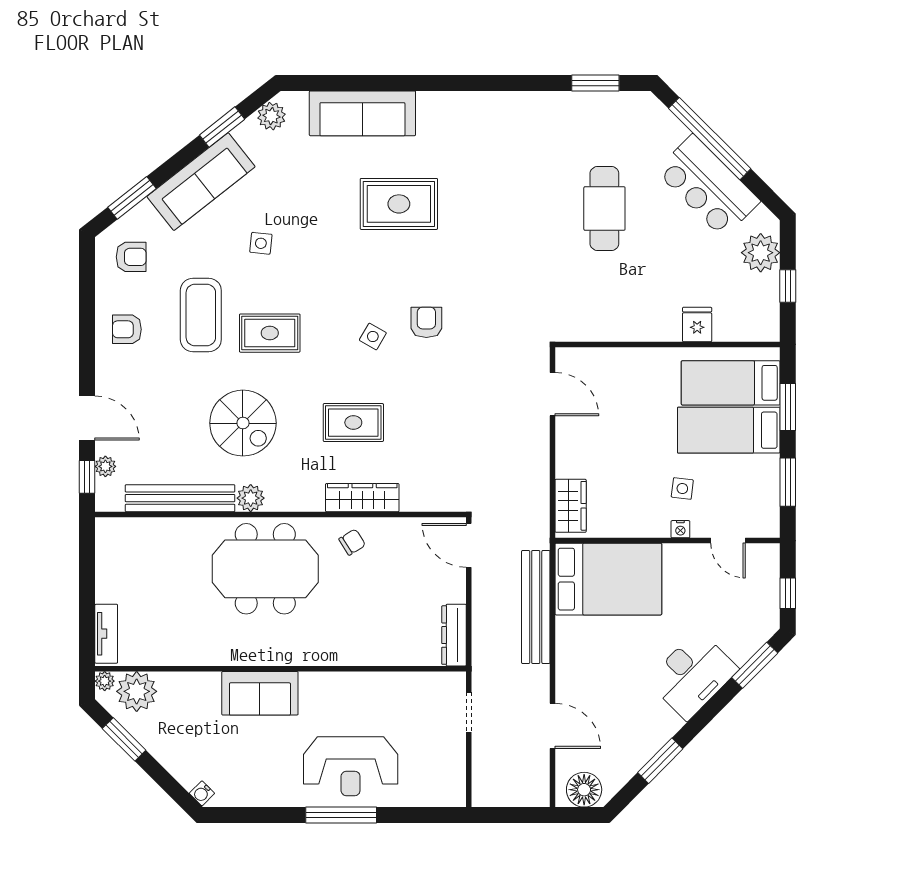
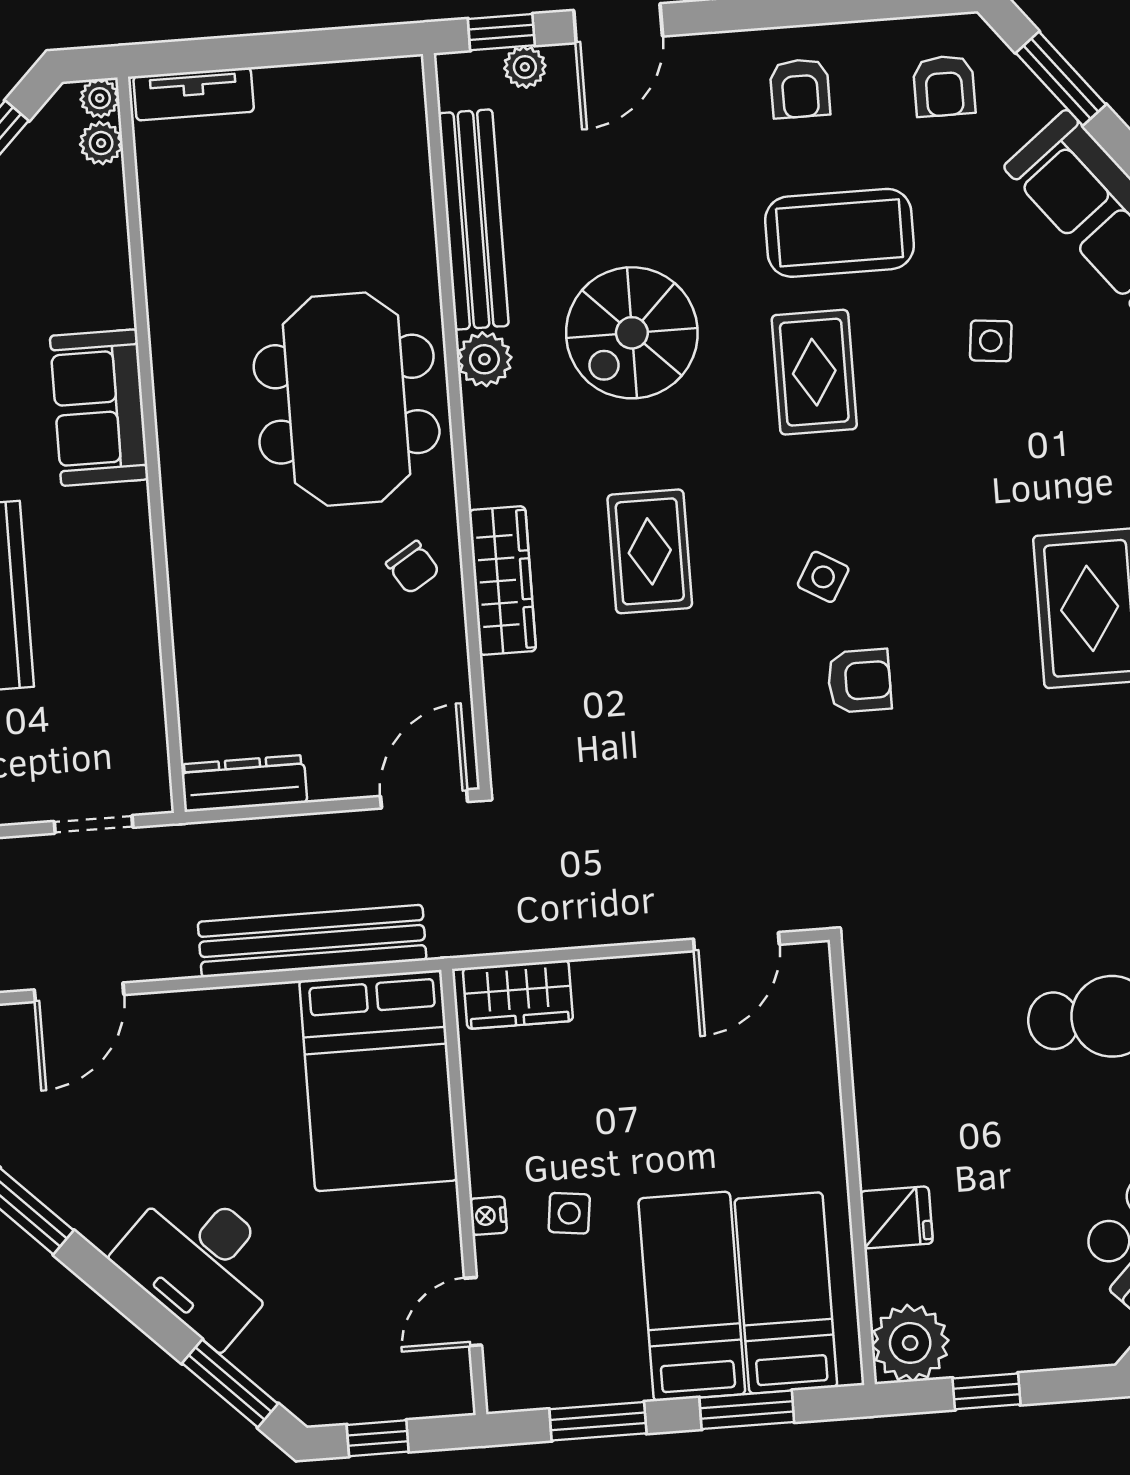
plant: (761, 253) -> (910, 1343), moved
armchair: (127, 329) -> (800, 88), turned 180
plant: (137, 691) -> (101, 143), width x0.53, depth x0.53

